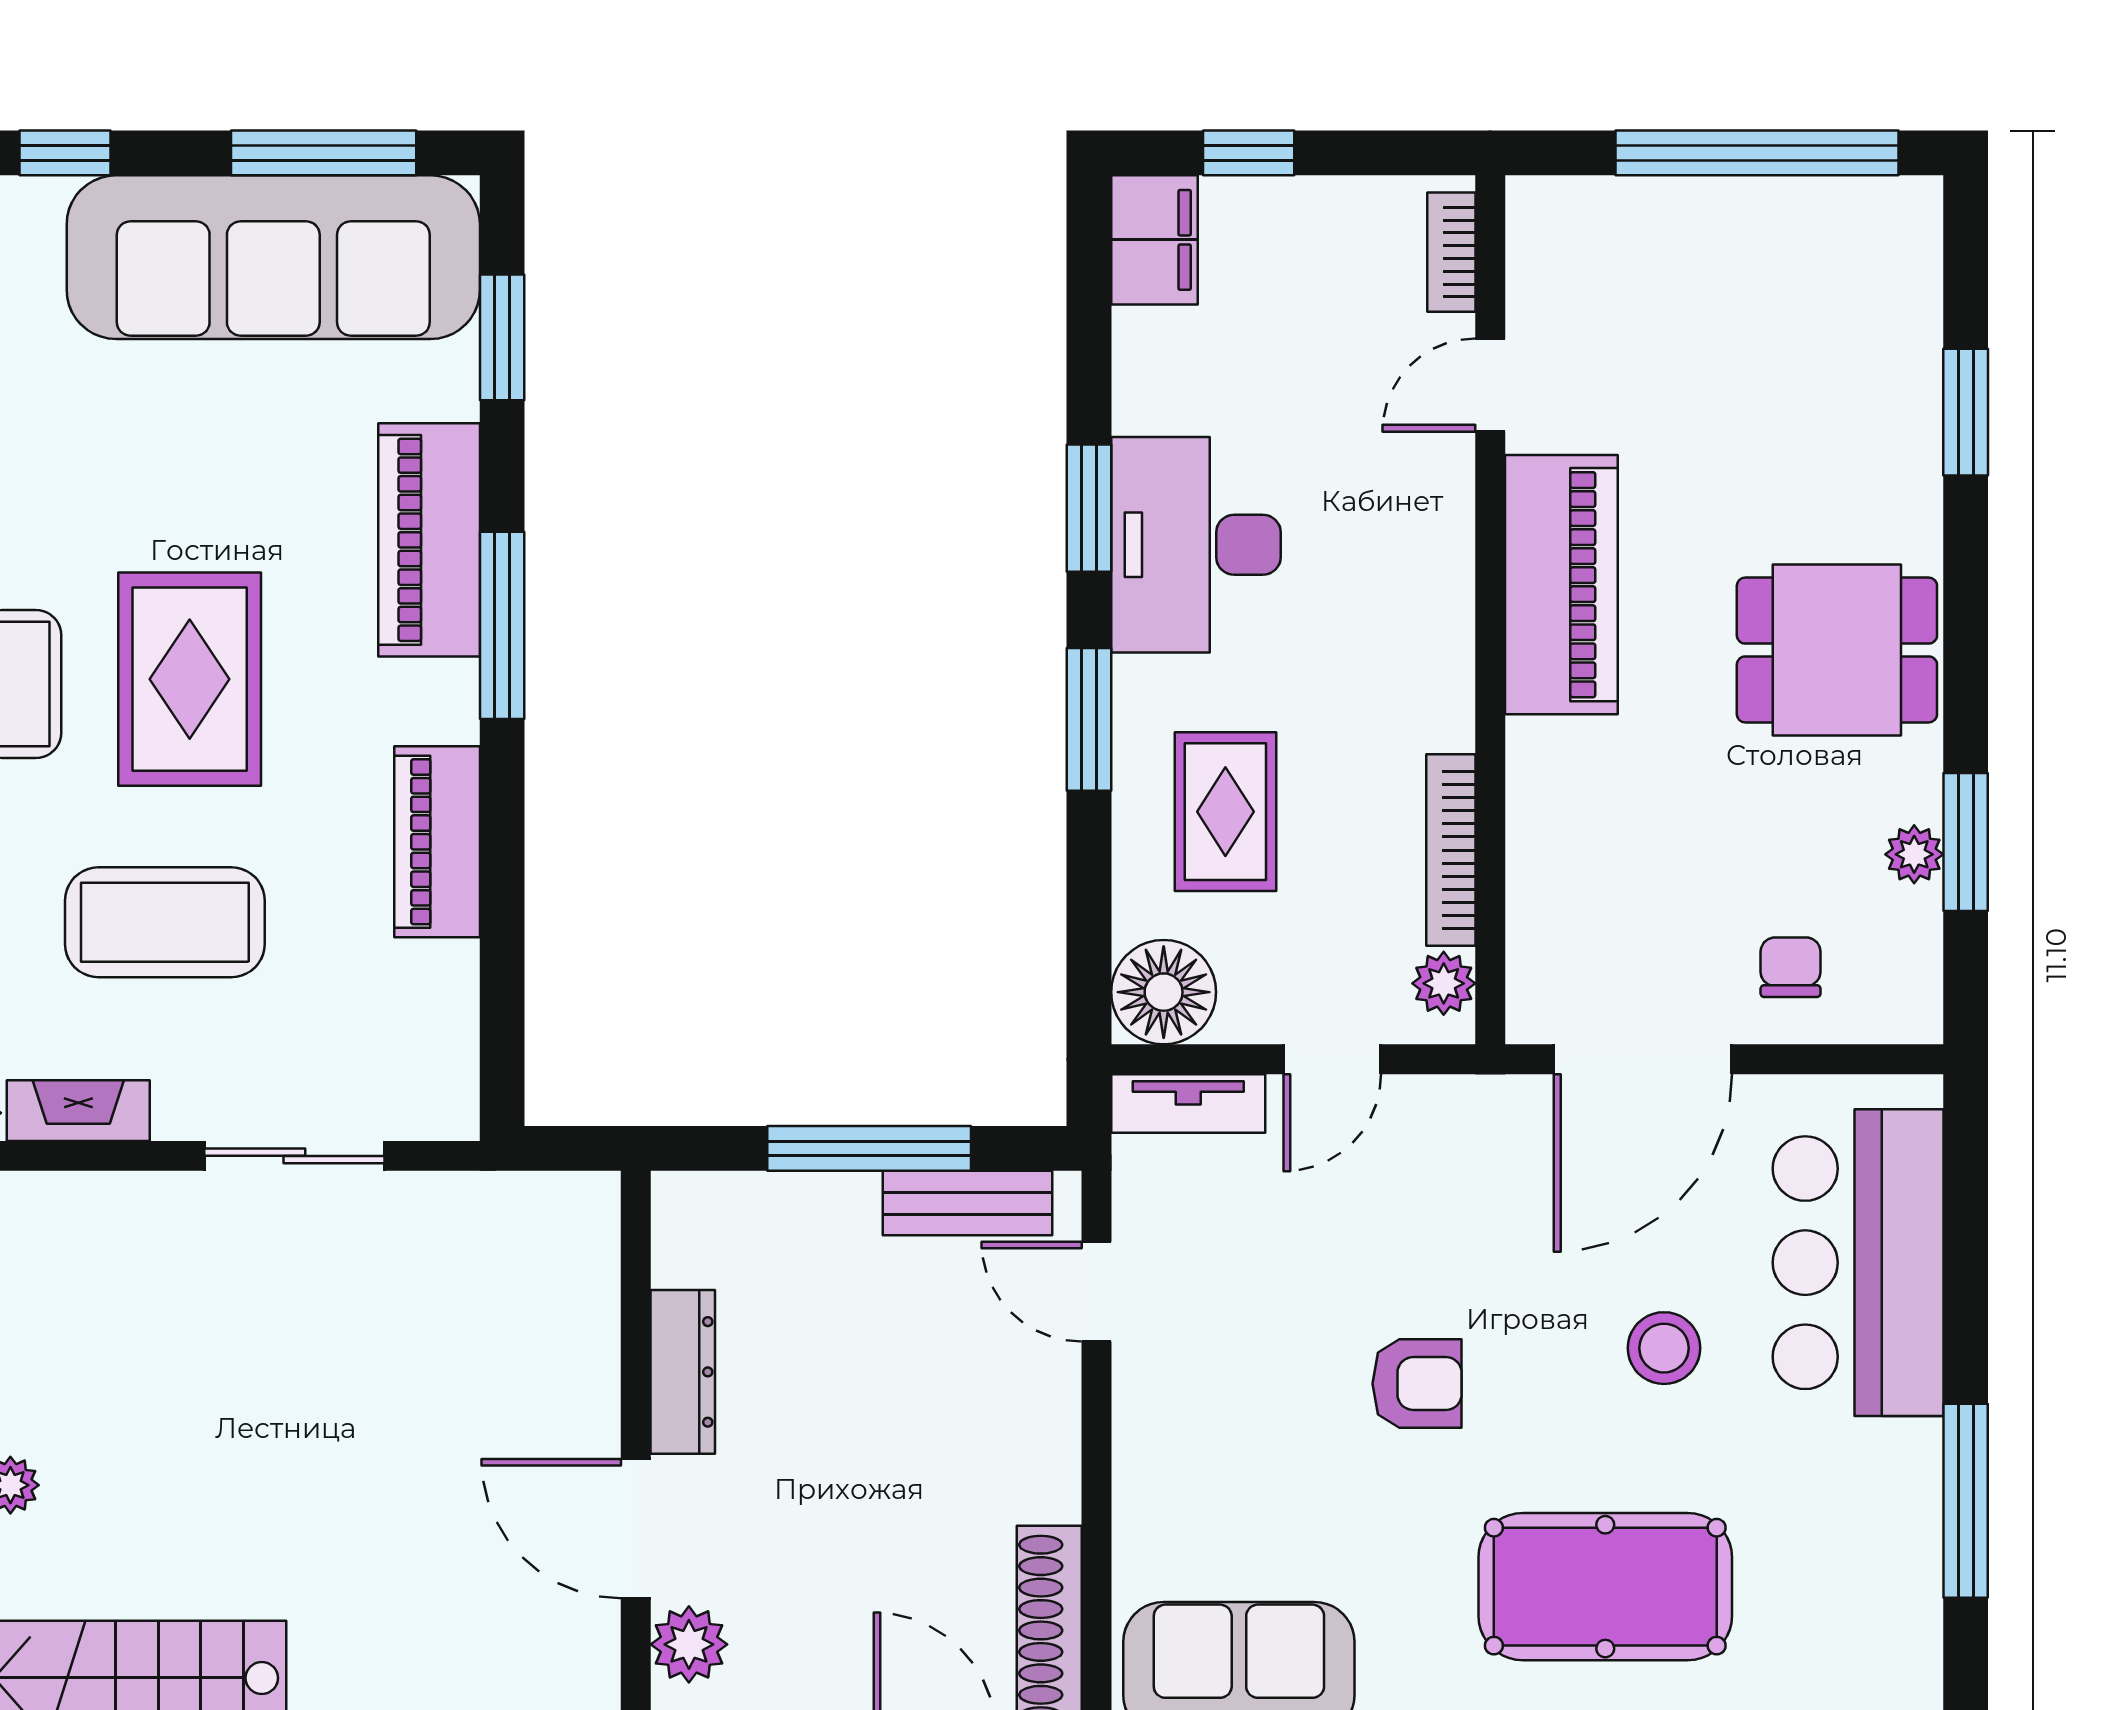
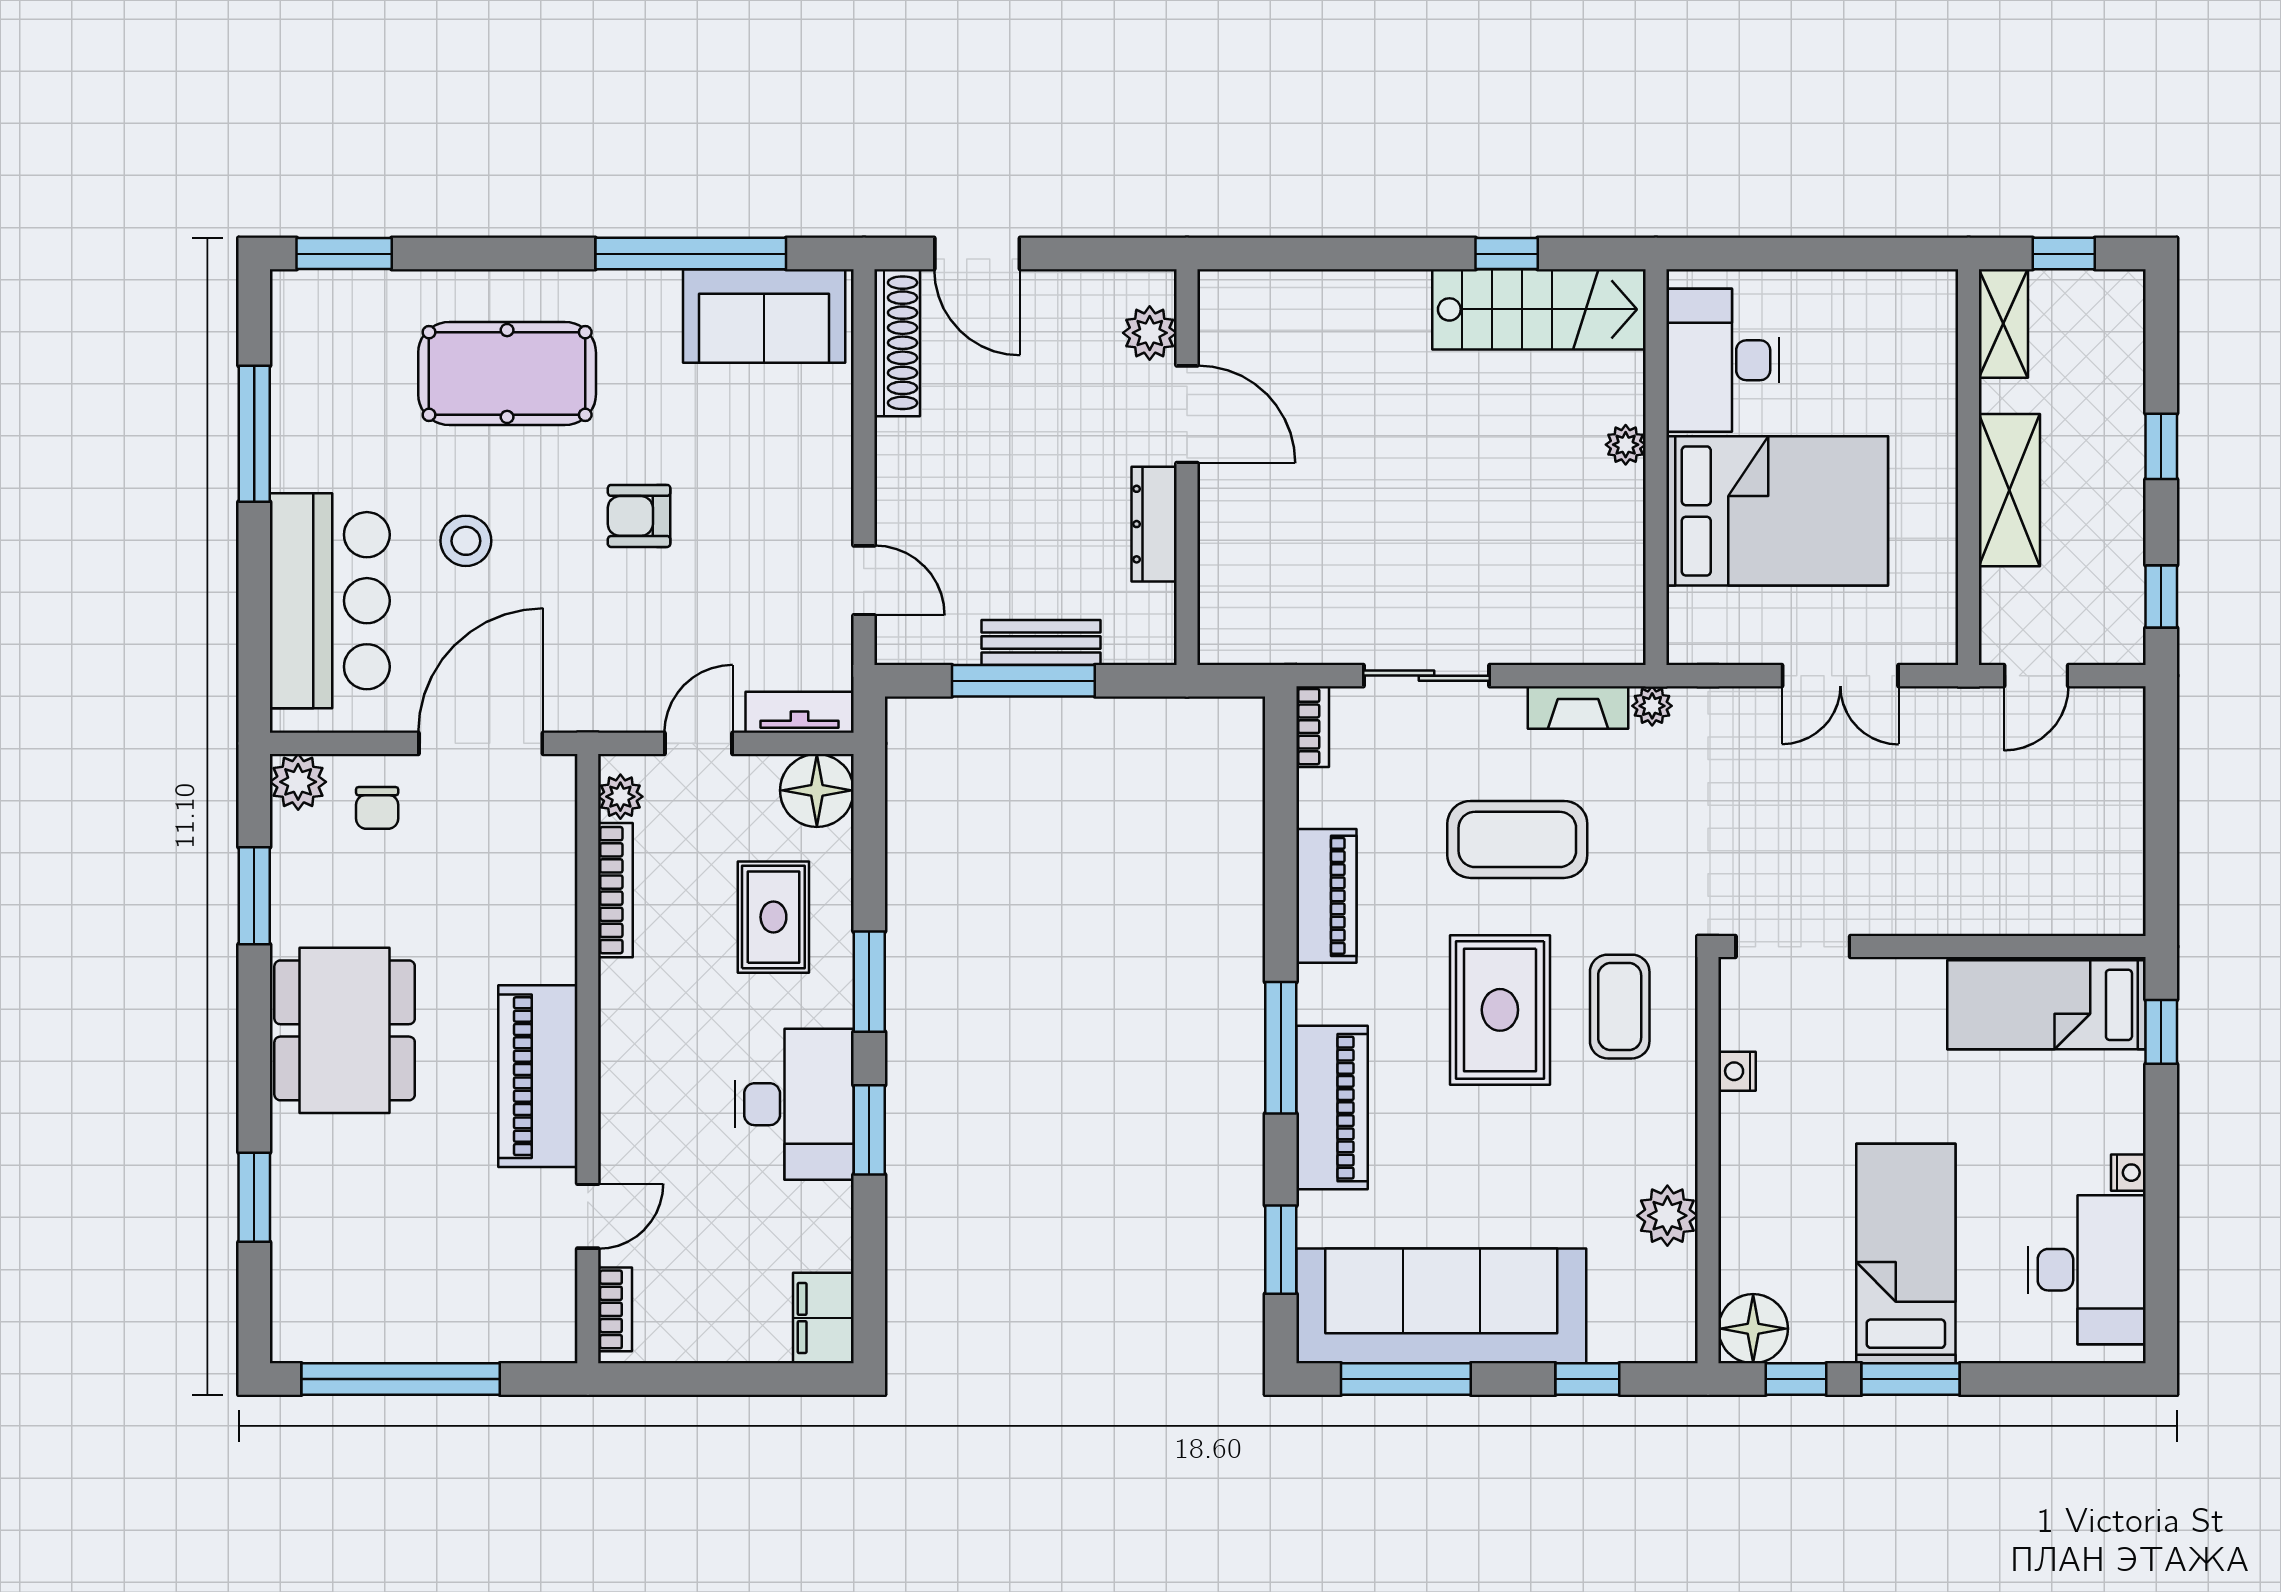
window: (1249, 153) -> (757, 1379), removed
dining table: (1837, 650) -> (345, 1030), width x1.38
plant: (1914, 854) -> (298, 782), moved, width x1.38, depth x1.38
bookcase: (457, 1083) -> (1313, 727), added
bench: (967, 1203) -> (1041, 643), moved

